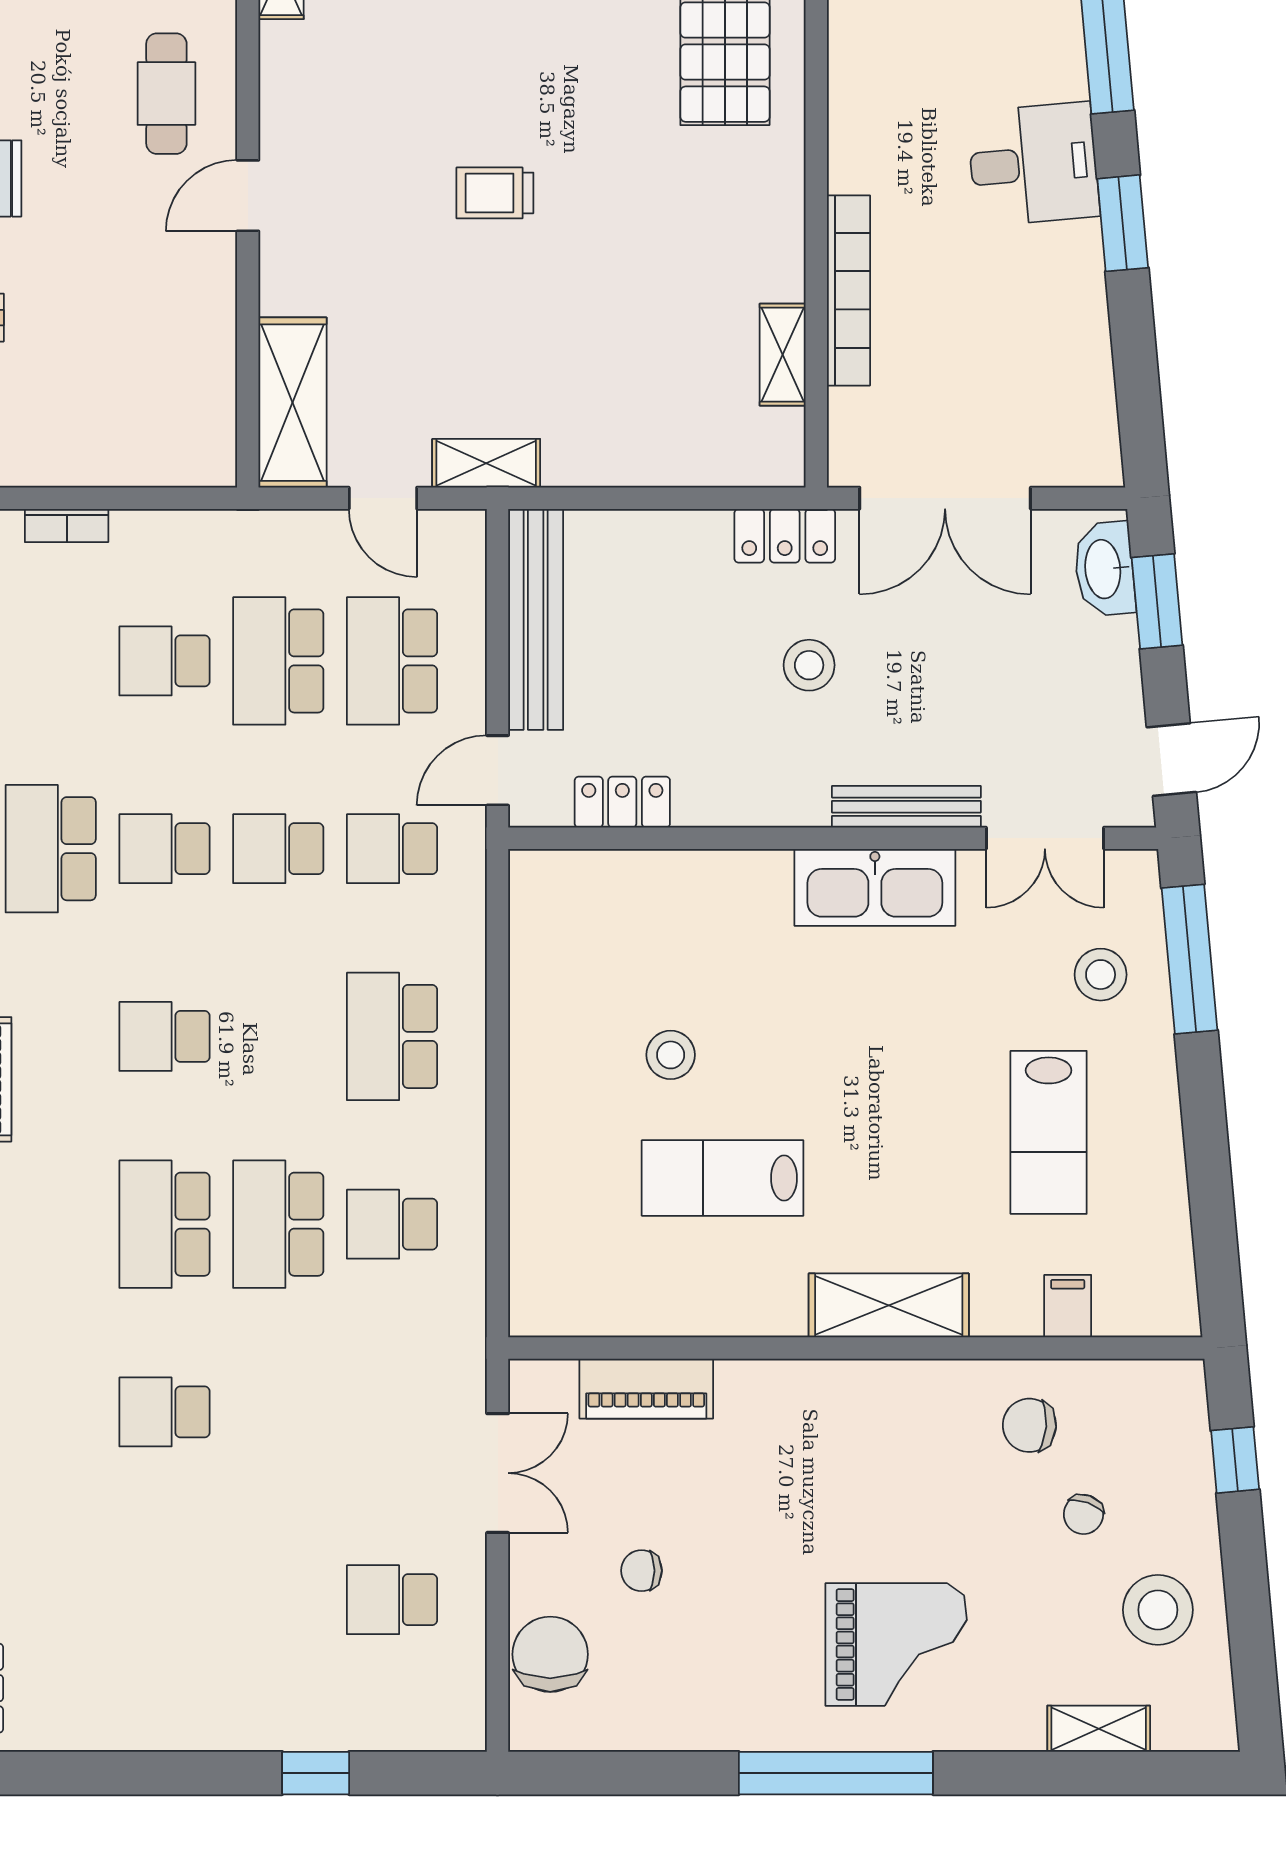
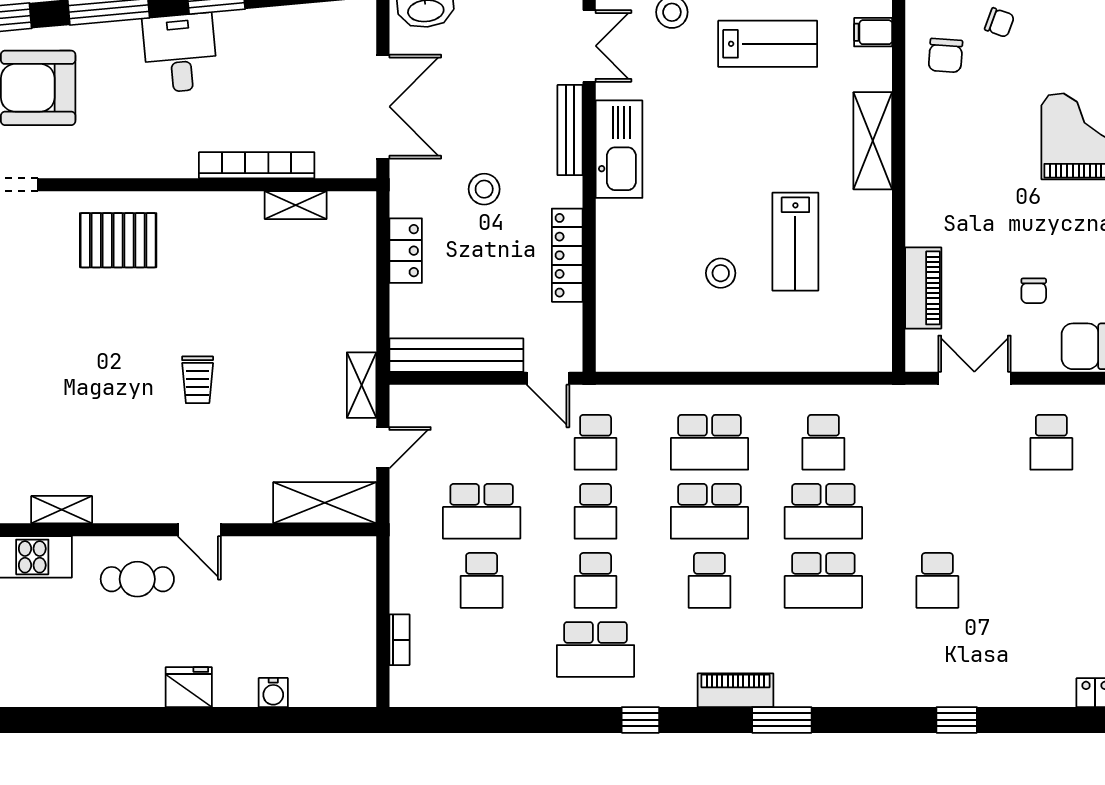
locker: (785, 536) -> (406, 251), moved
school desk: (392, 661) -> (709, 511), moved
locker: (622, 802) -> (567, 255), moved, width x1.53

